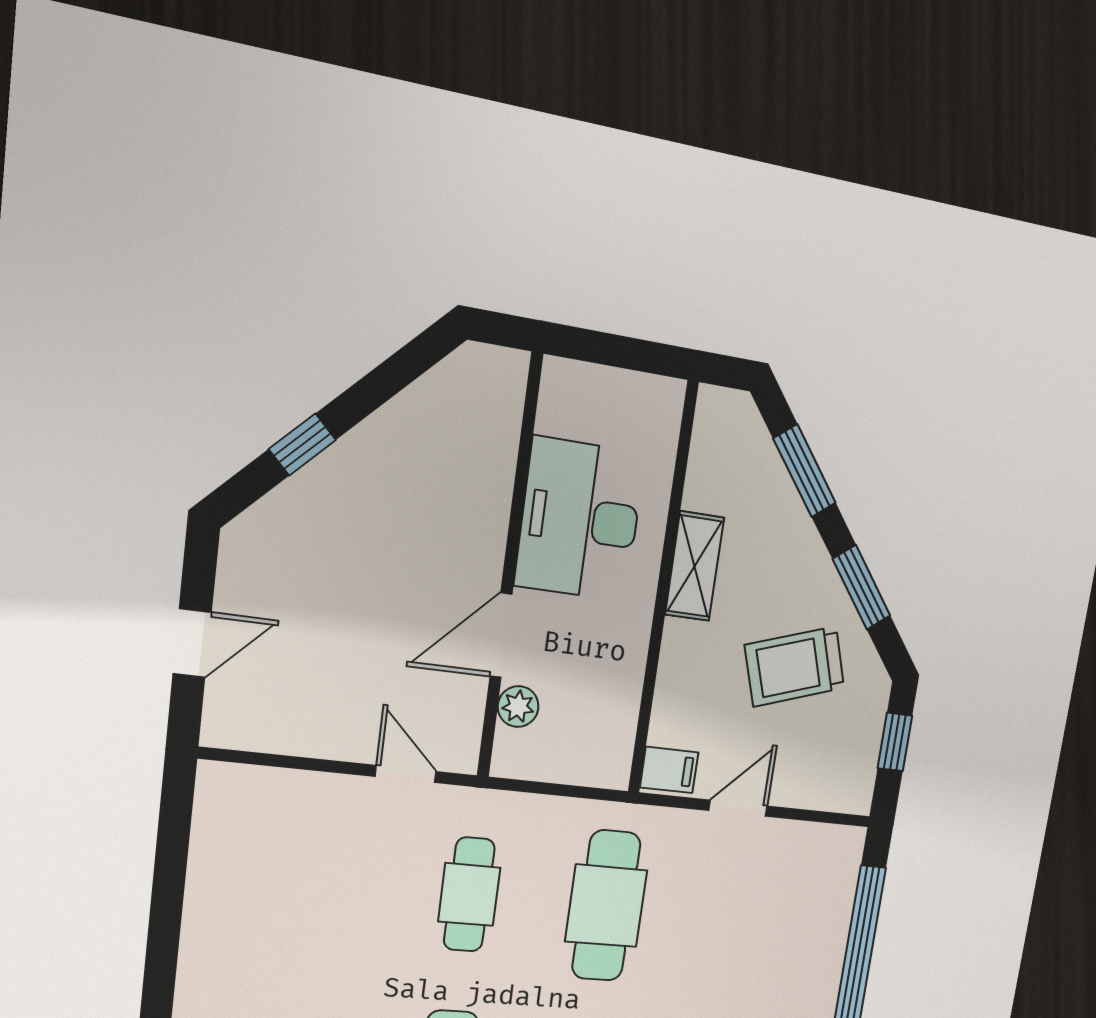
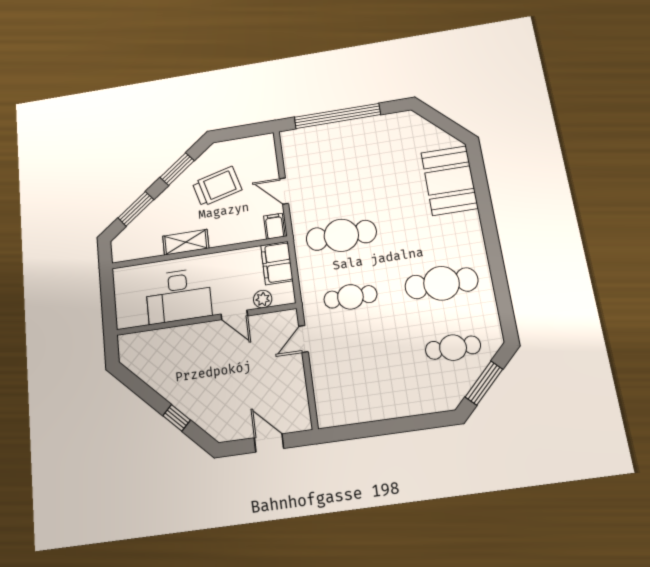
door: (501, 635) -> (234, 315), width x0.73
trolley: (795, 667) -> (217, 186), turned -87
window: (895, 742) -> (239, 132), removed
filing cabinet: (588, 756) -> (277, 263), added

